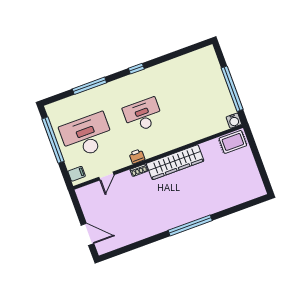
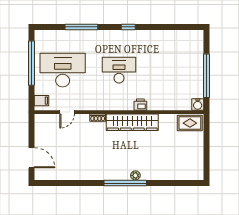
printer: (137, 156) -> (140, 105), moved
plant: (198, 214) -> (135, 175), added

